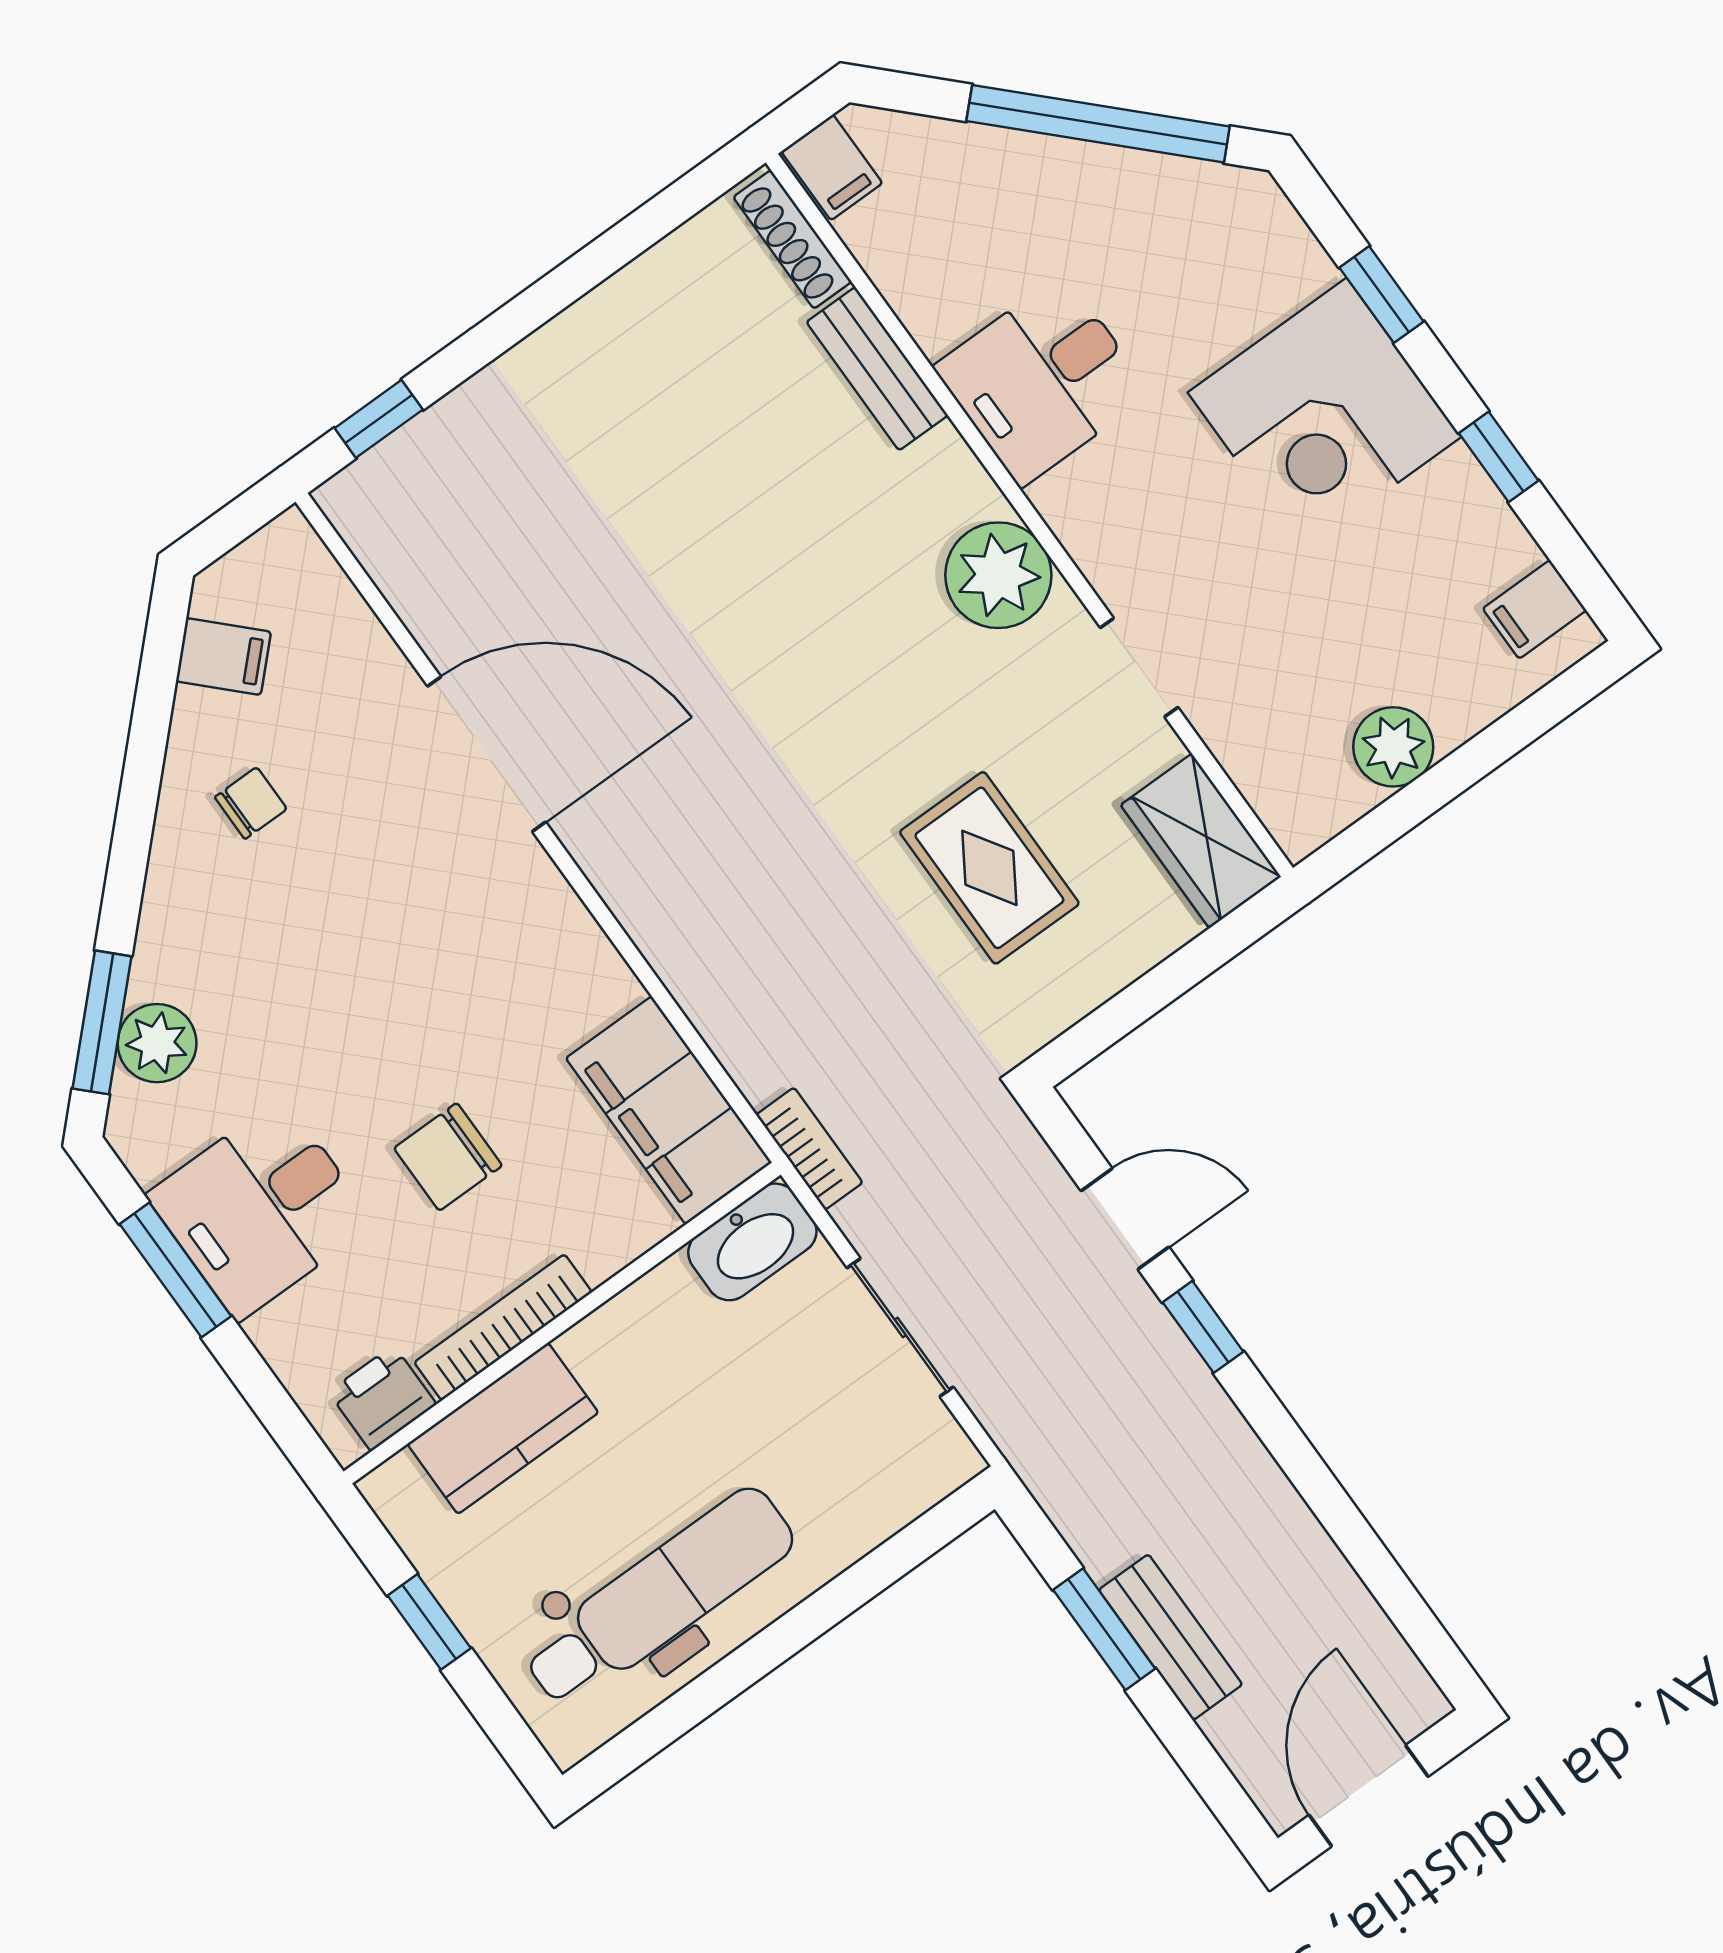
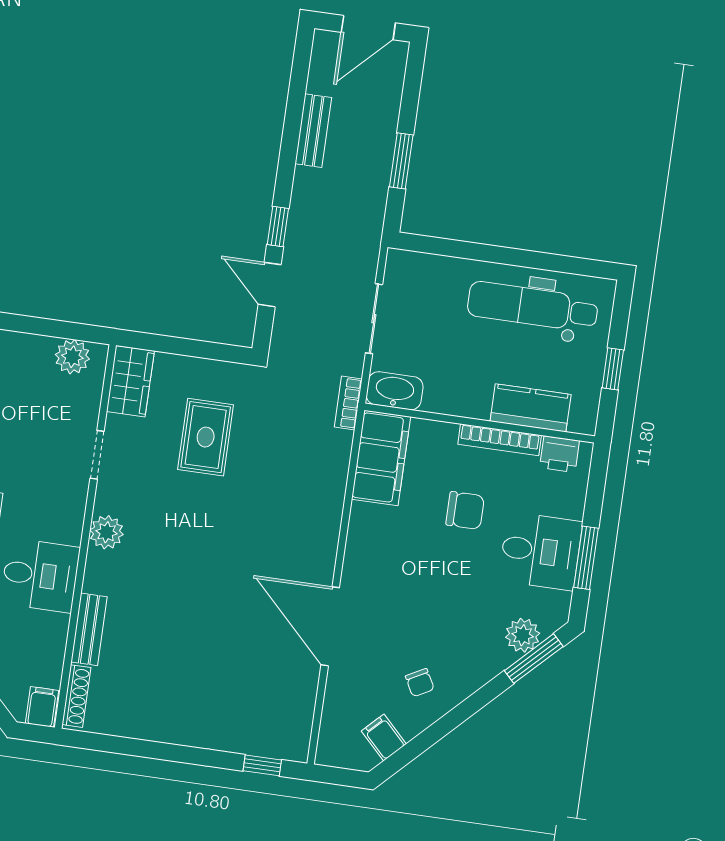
plant: (998, 575) -> (107, 532), width x0.73, depth x0.73
plant: (1393, 747) -> (72, 357), moved
chair: (251, 803) -> (420, 683), turned -118
bench: (1171, 1637) -> (313, 131), moved

